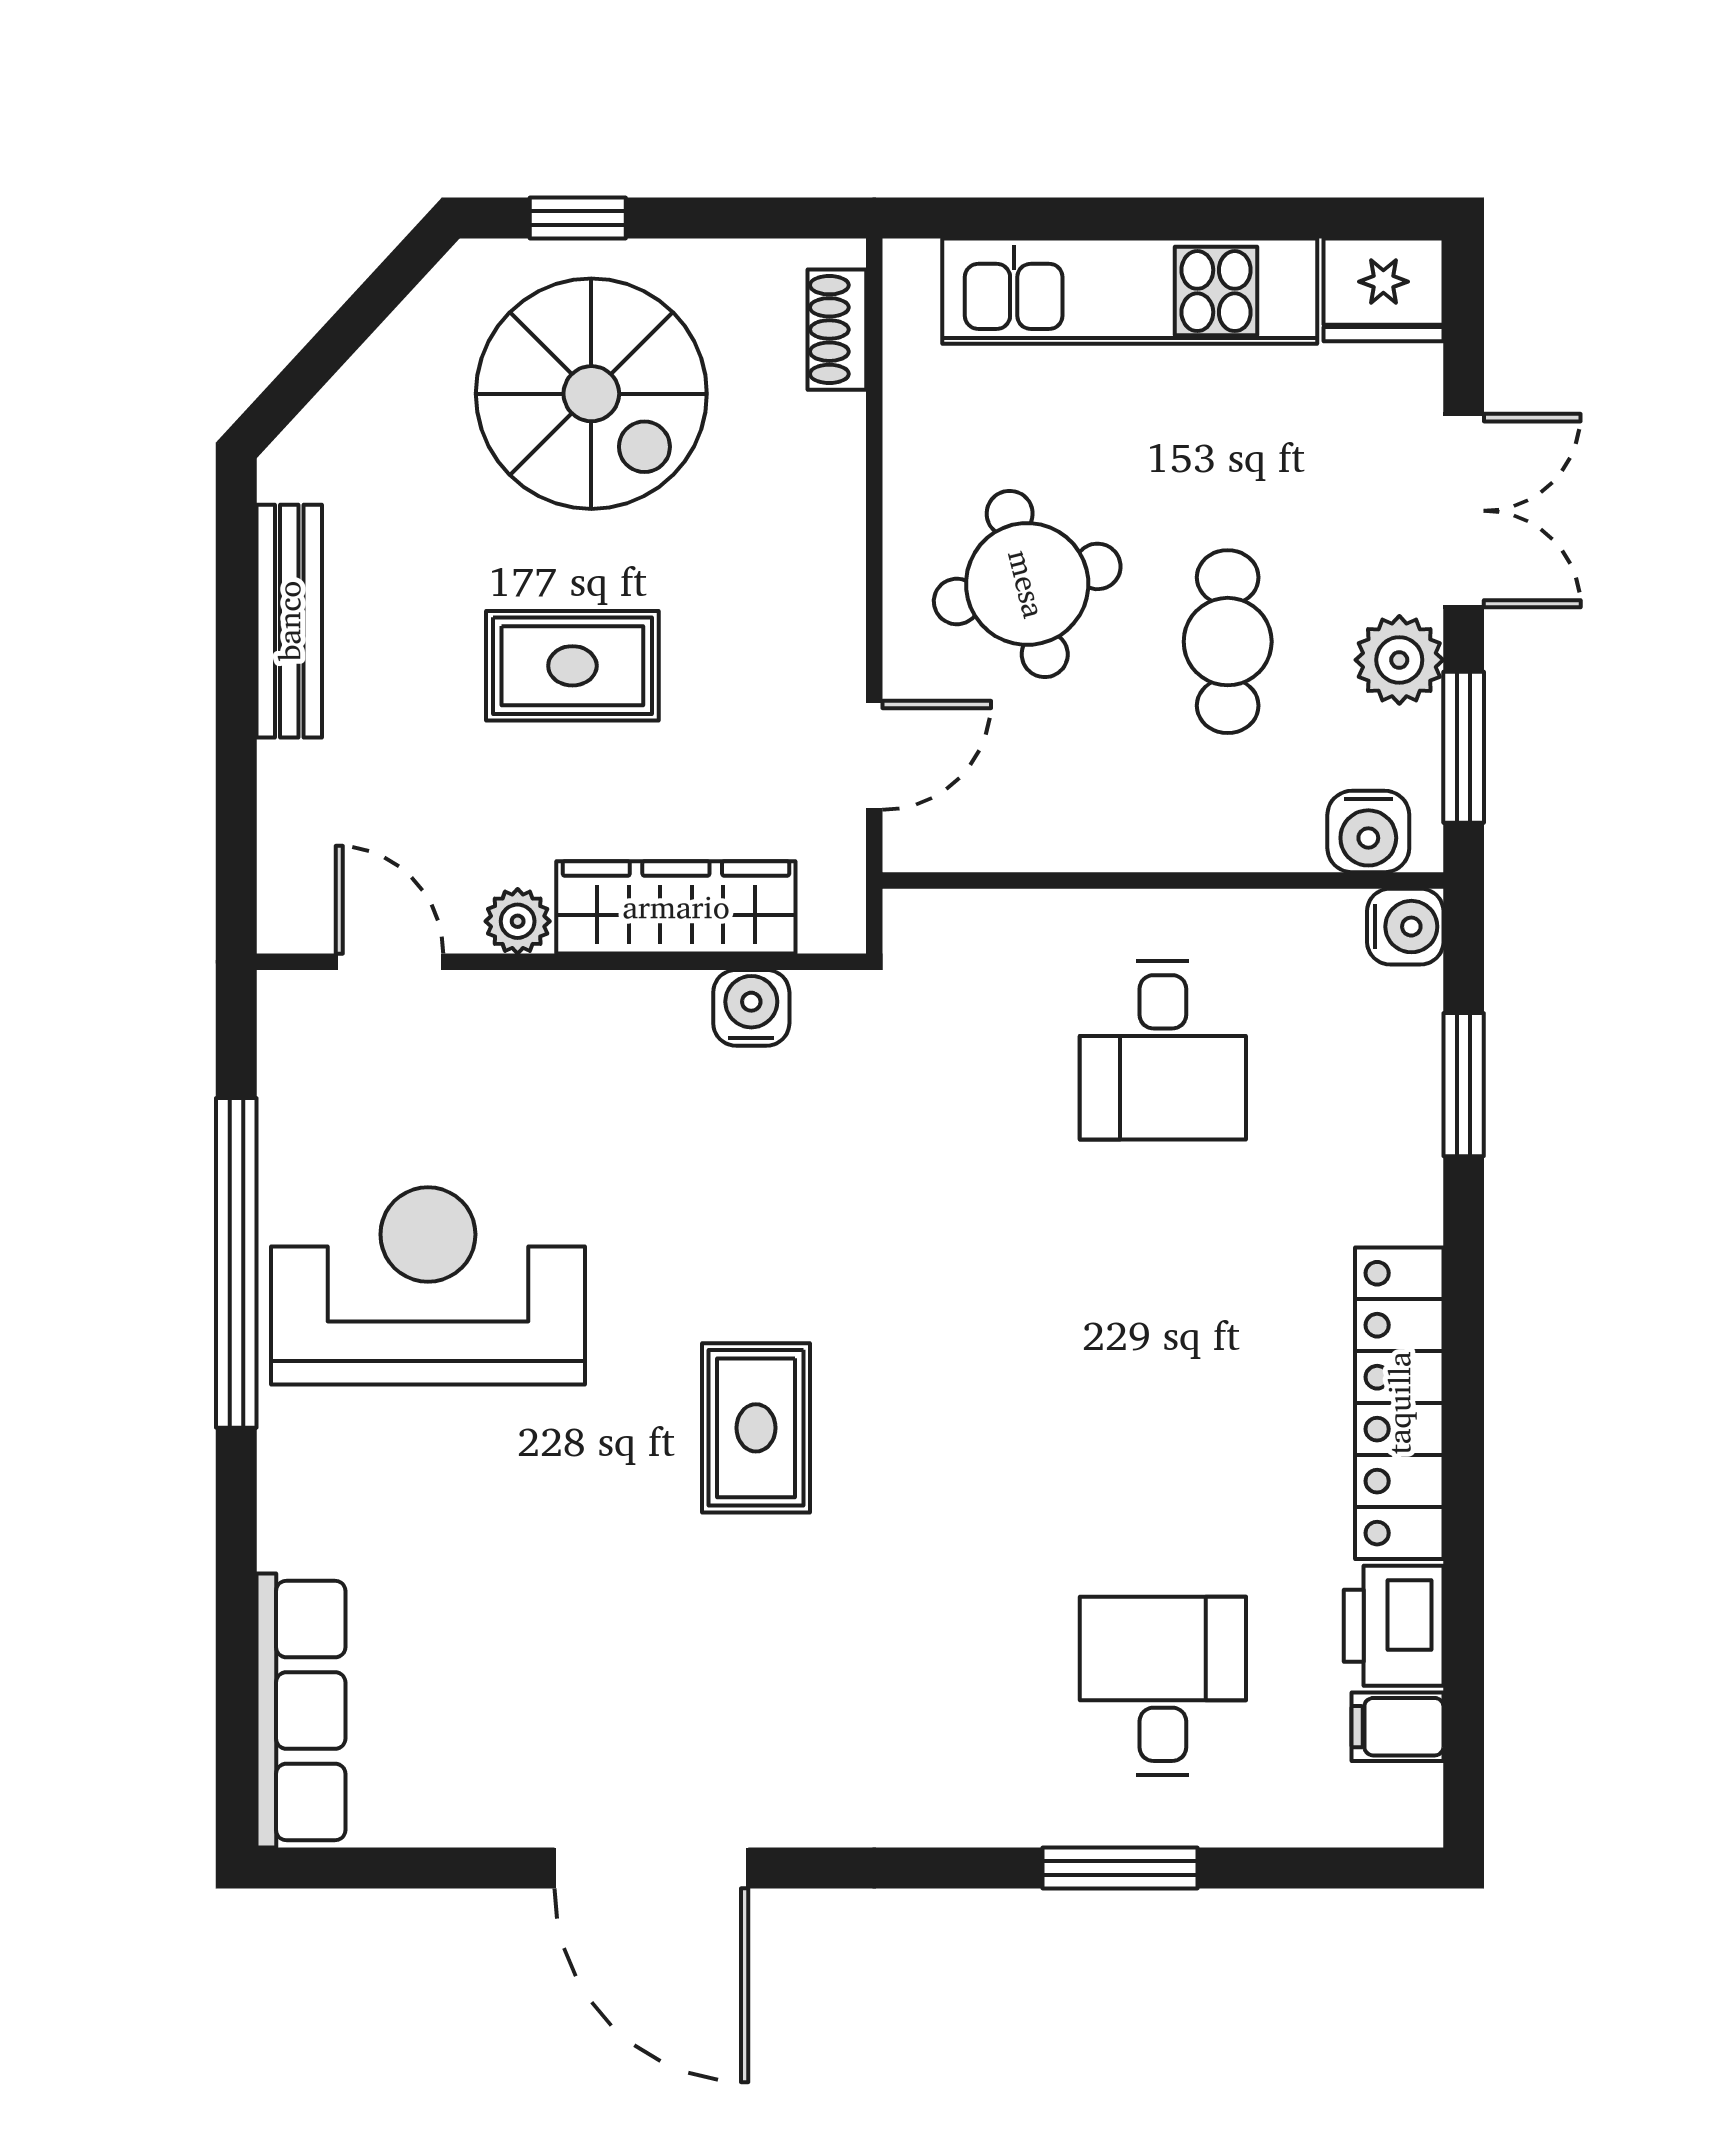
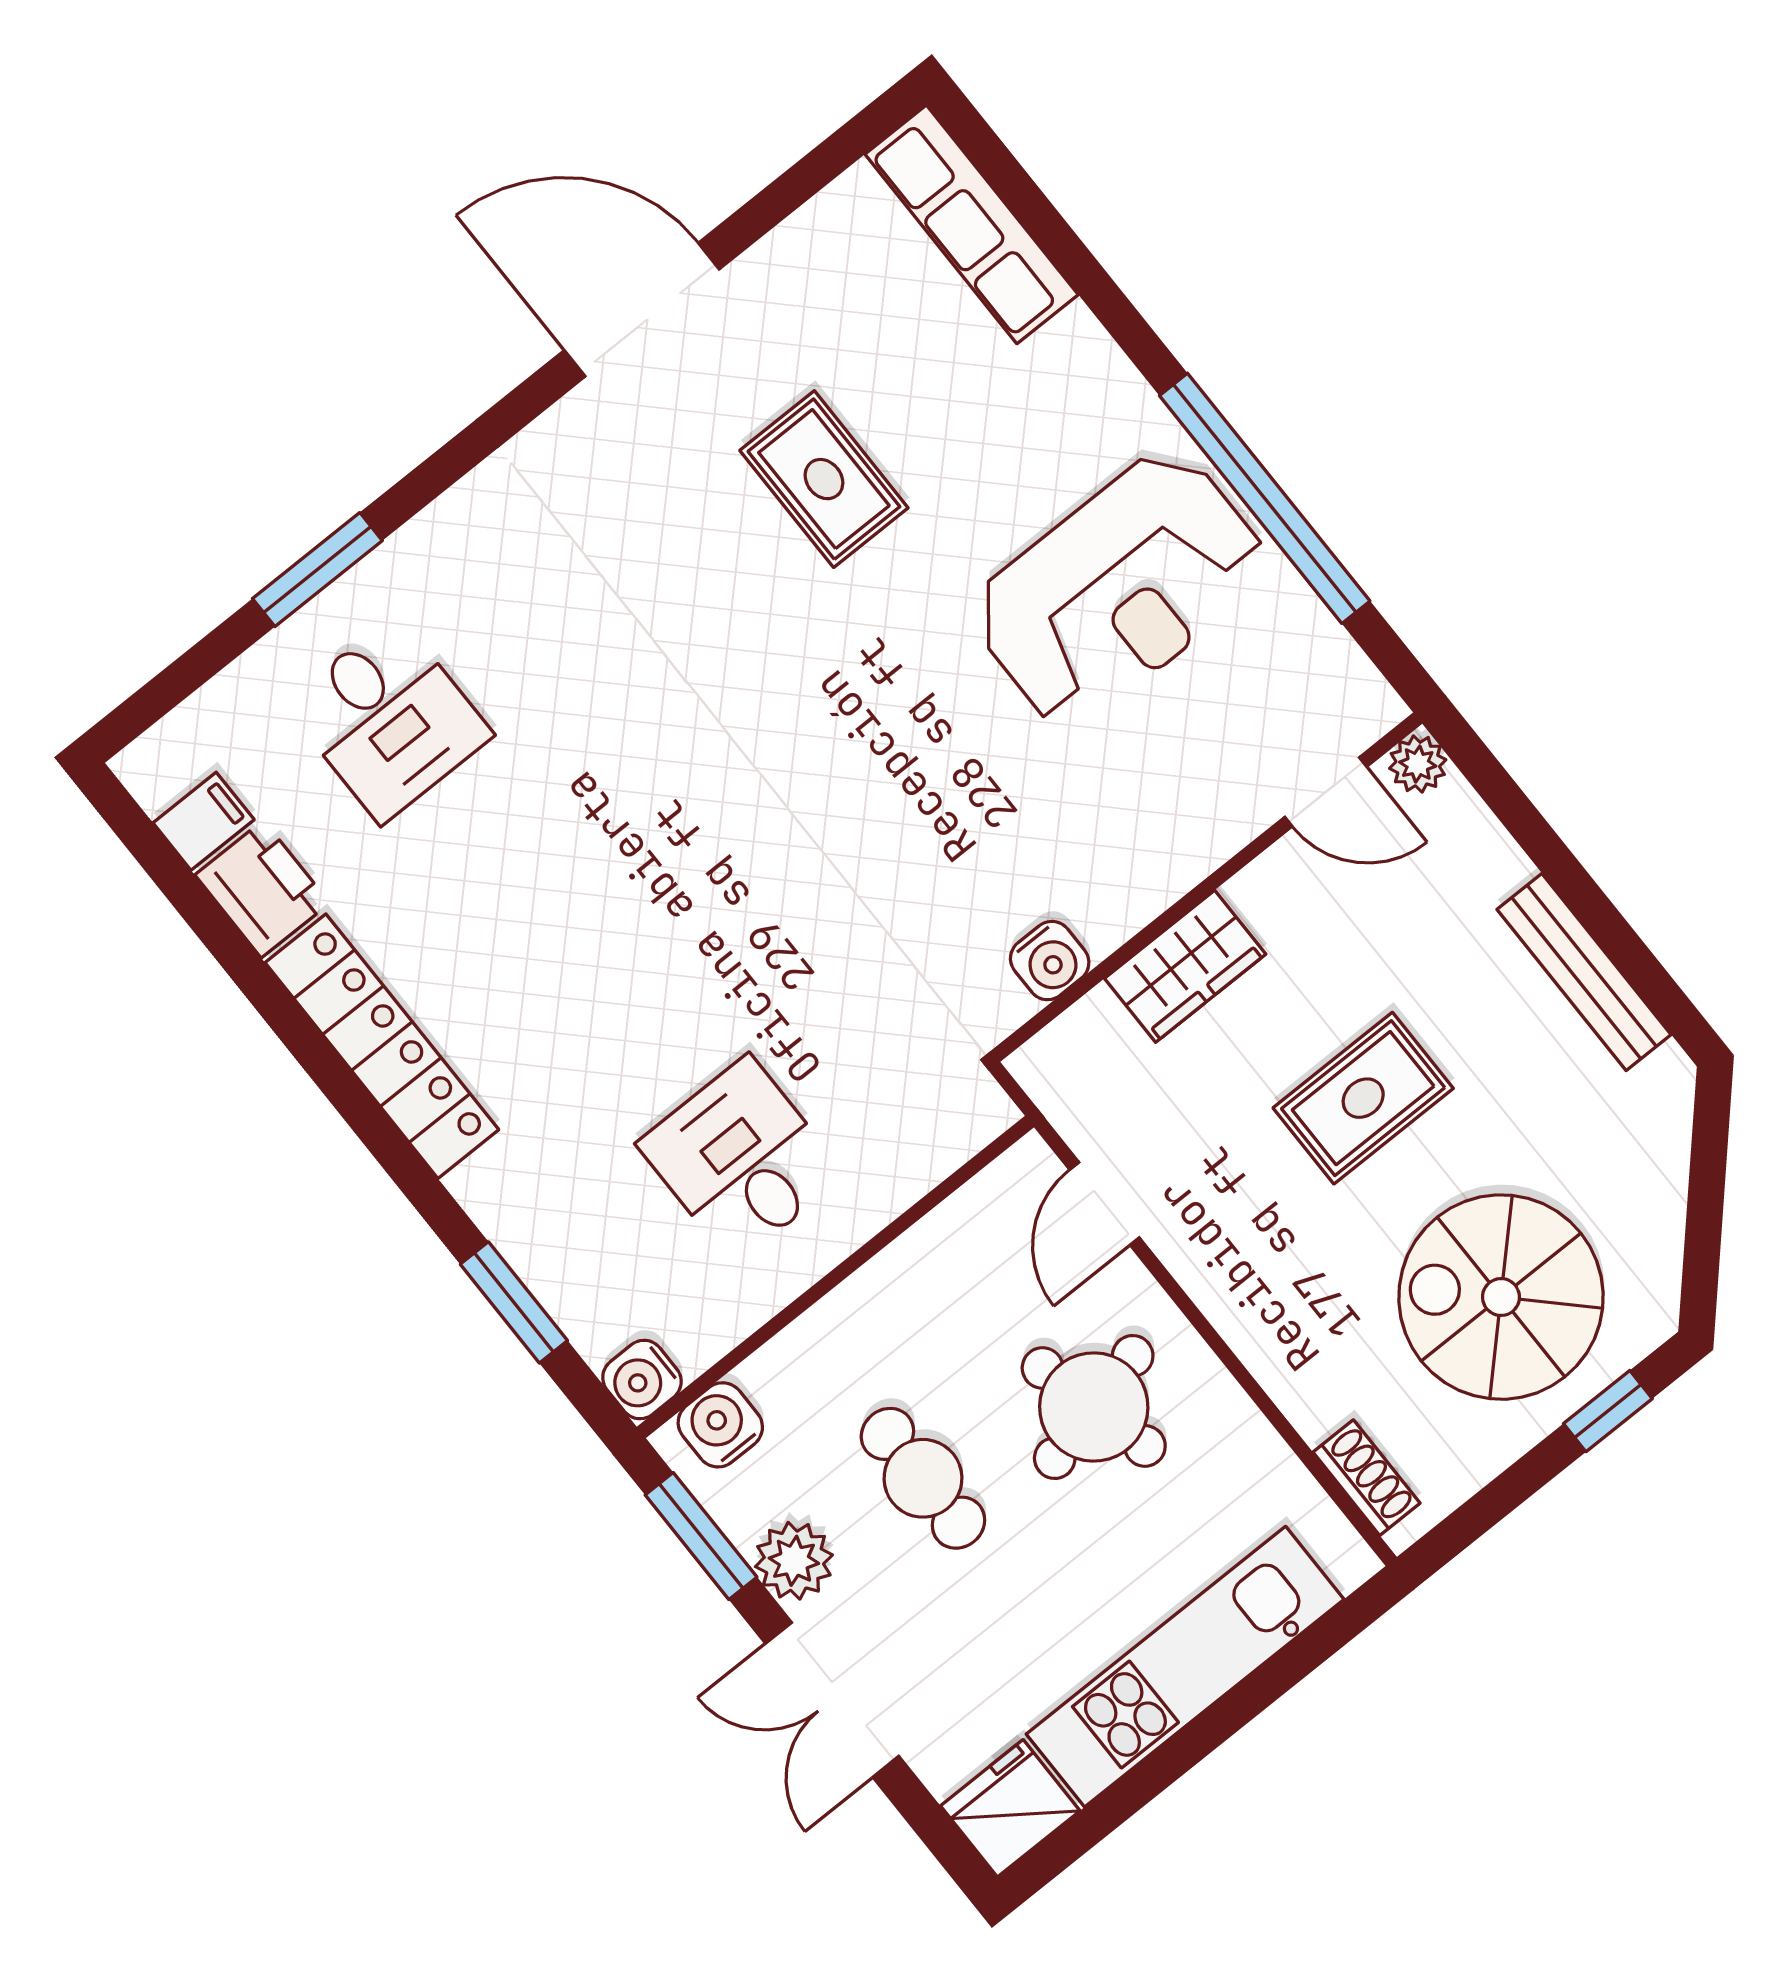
wardrobe: (676, 907) -> (1185, 966), width x0.67
plant: (518, 921) -> (1418, 764), moved
rug: (756, 1428) -> (824, 479), moved

